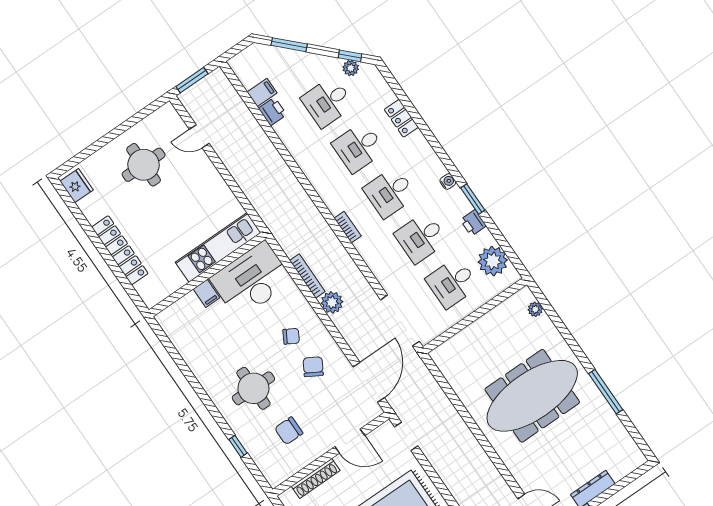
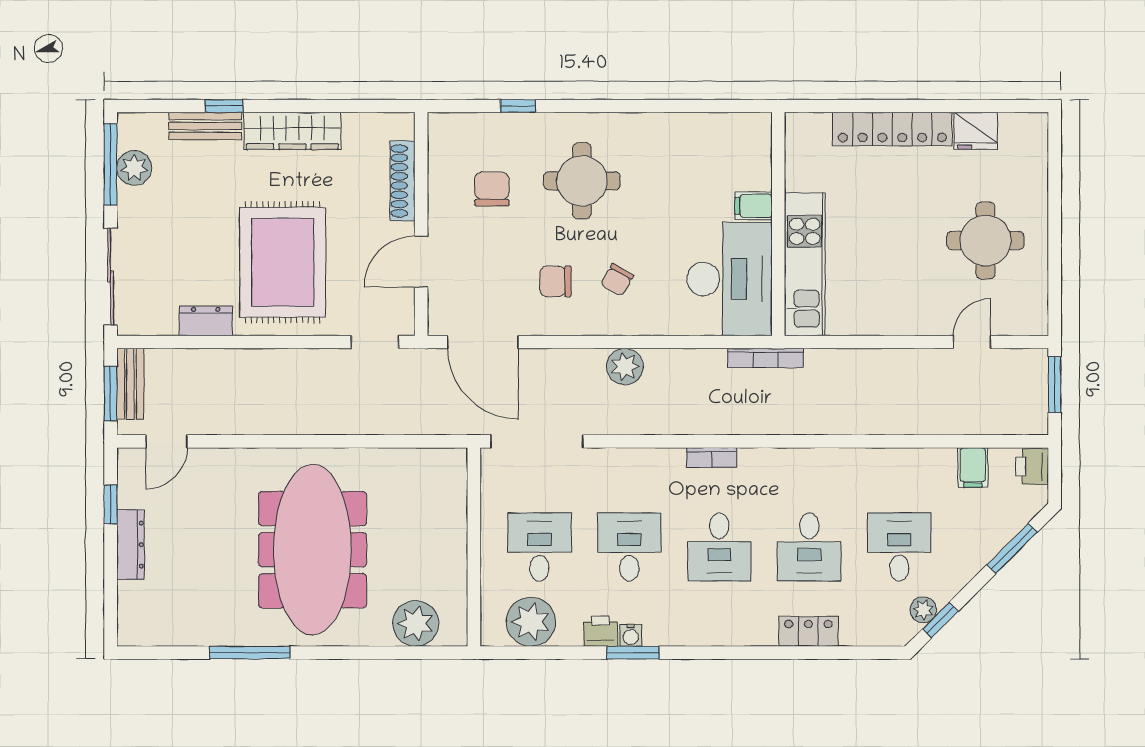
printer: (272, 111) -> (1032, 467), moved, turned 90
desk: (359, 147) -> (809, 547), turned 180
water cooler: (448, 181) -> (631, 635), moved
fridge: (77, 186) -> (976, 131), moved
desk: (390, 192) -> (719, 547), turned 180
bookcase: (307, 276) -> (766, 358), moved
plant: (535, 309) -> (416, 623), width x1.88, depth x1.88
chair: (313, 367) -> (555, 281), turned 150

